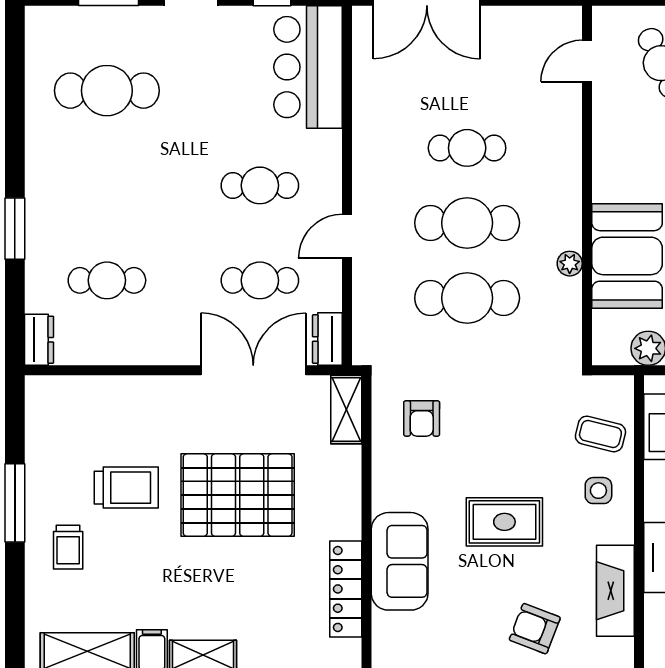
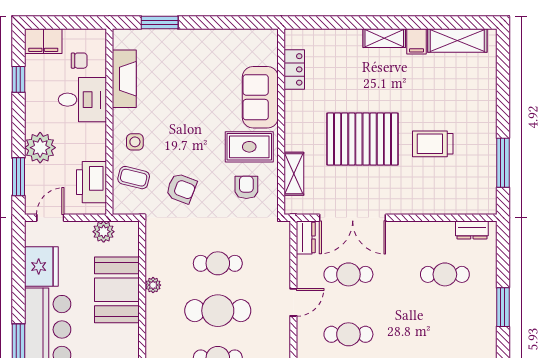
cafe table: (467, 298) -> (218, 263), width x0.73, depth x0.74
dresser: (39, 340) -> (472, 230), moved, turned -90
shelving: (346, 410) -> (294, 174), moved
window: (15, 503) -> (503, 163), moved
rug: (504, 522) -> (249, 147), moved
trolley: (68, 547) -> (469, 106), removed
locker: (346, 589) -> (294, 69), width x0.66
armchair: (535, 629) -> (181, 188), moved

